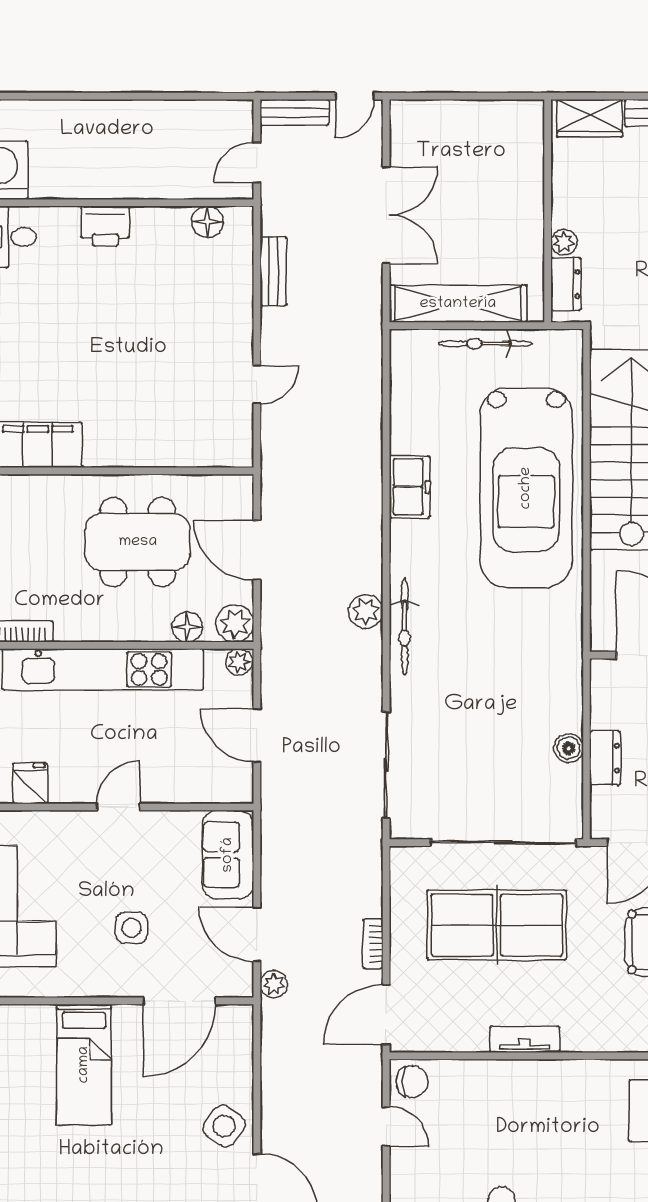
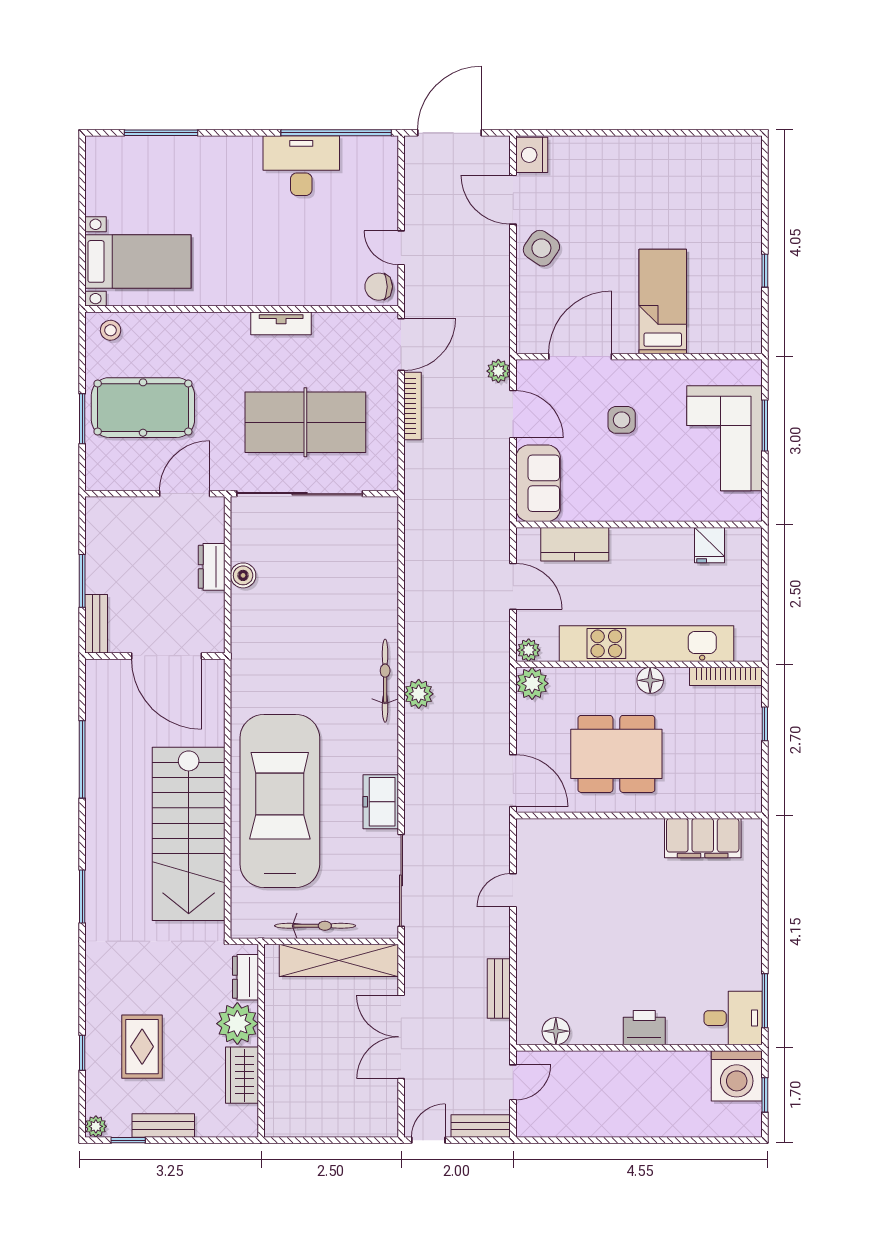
wardrobe: (590, 118) -> (242, 1075), moved, turned -90
plant: (564, 242) -> (237, 1024), width x1.88, depth x1.88
door: (257, 550) -> (513, 781), moved
floor lamp: (187, 627) -> (650, 680), moved
sliding door: (386, 765) -> (401, 880), moved
kitchen counter: (186, 784) -> (575, 544), added
door: (119, 807) -> (633, 524), removed
bookcase: (373, 944) -> (413, 406), width x1.56

